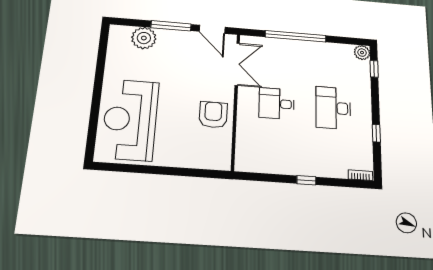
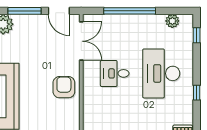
plant: (362, 53) -> (172, 21), moved
desk: (333, 108) -> (161, 73), width x1.36, depth x1.30

